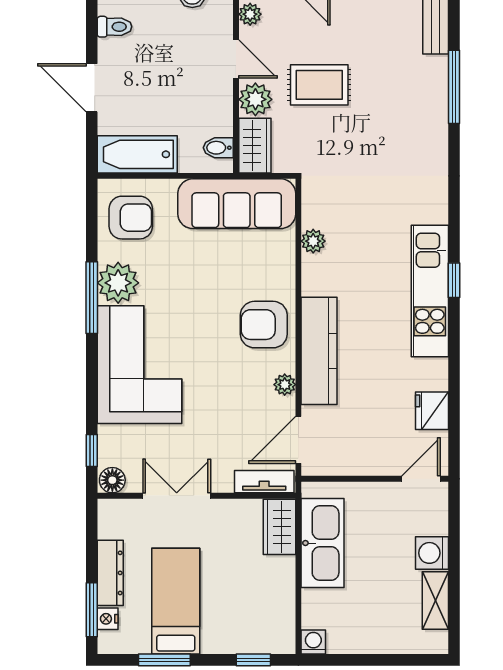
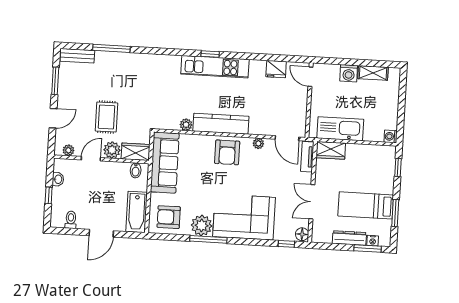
armchair: (131, 218) -> (169, 217), turned -90
kitchen counter: (319, 351) -> (221, 124), moved

